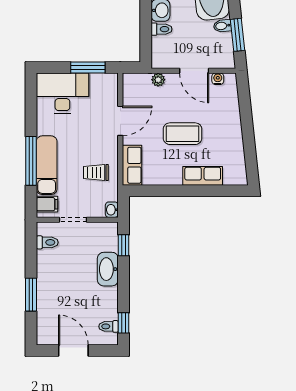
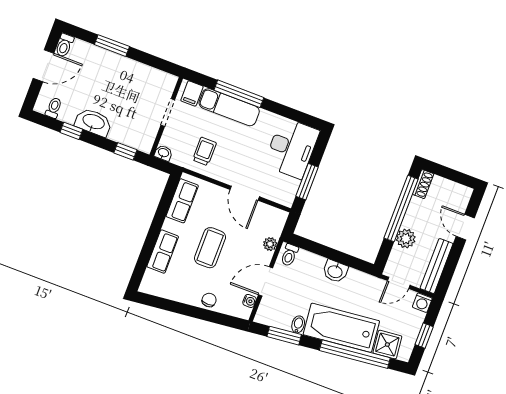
toilet: (162, 29) -> (289, 255), moved
chair: (231, 116) -> (209, 300), added
row of seats: (132, 165) -> (182, 201), moved, turned -90
toilet: (47, 242) -> (64, 45), moved
washbasin: (108, 269) -> (93, 122), moved
window: (124, 323) -> (71, 131), moved

